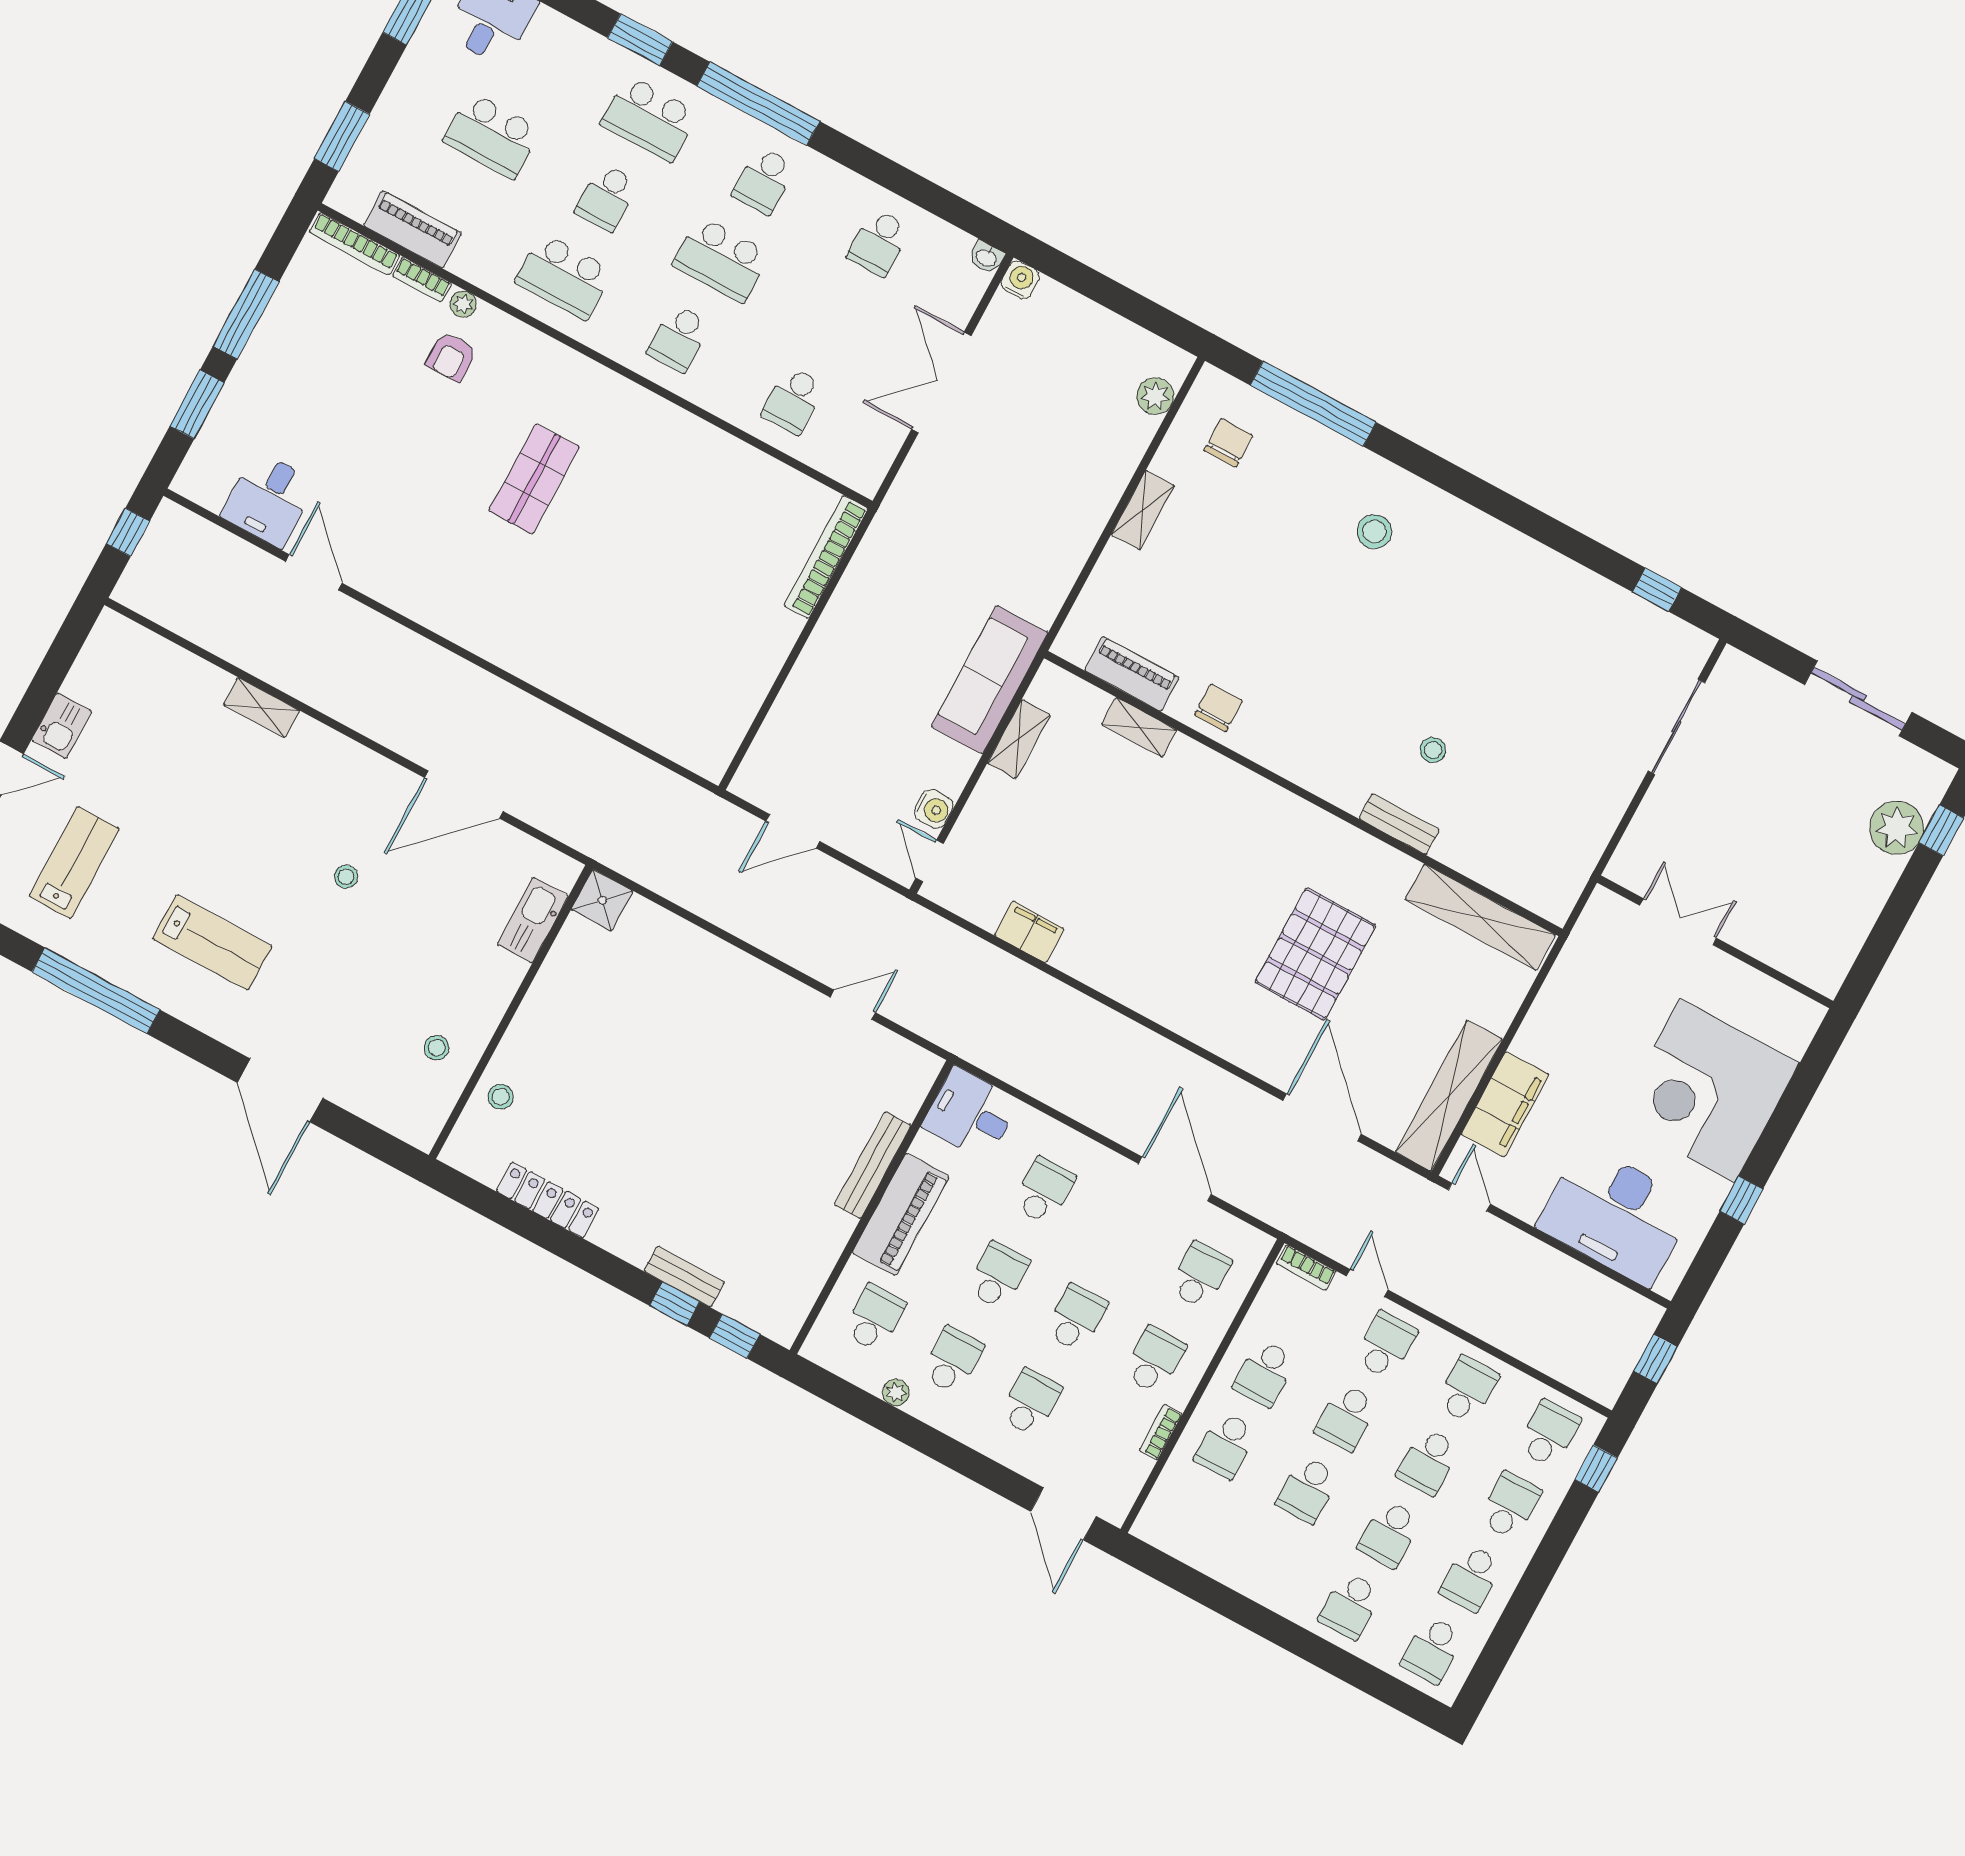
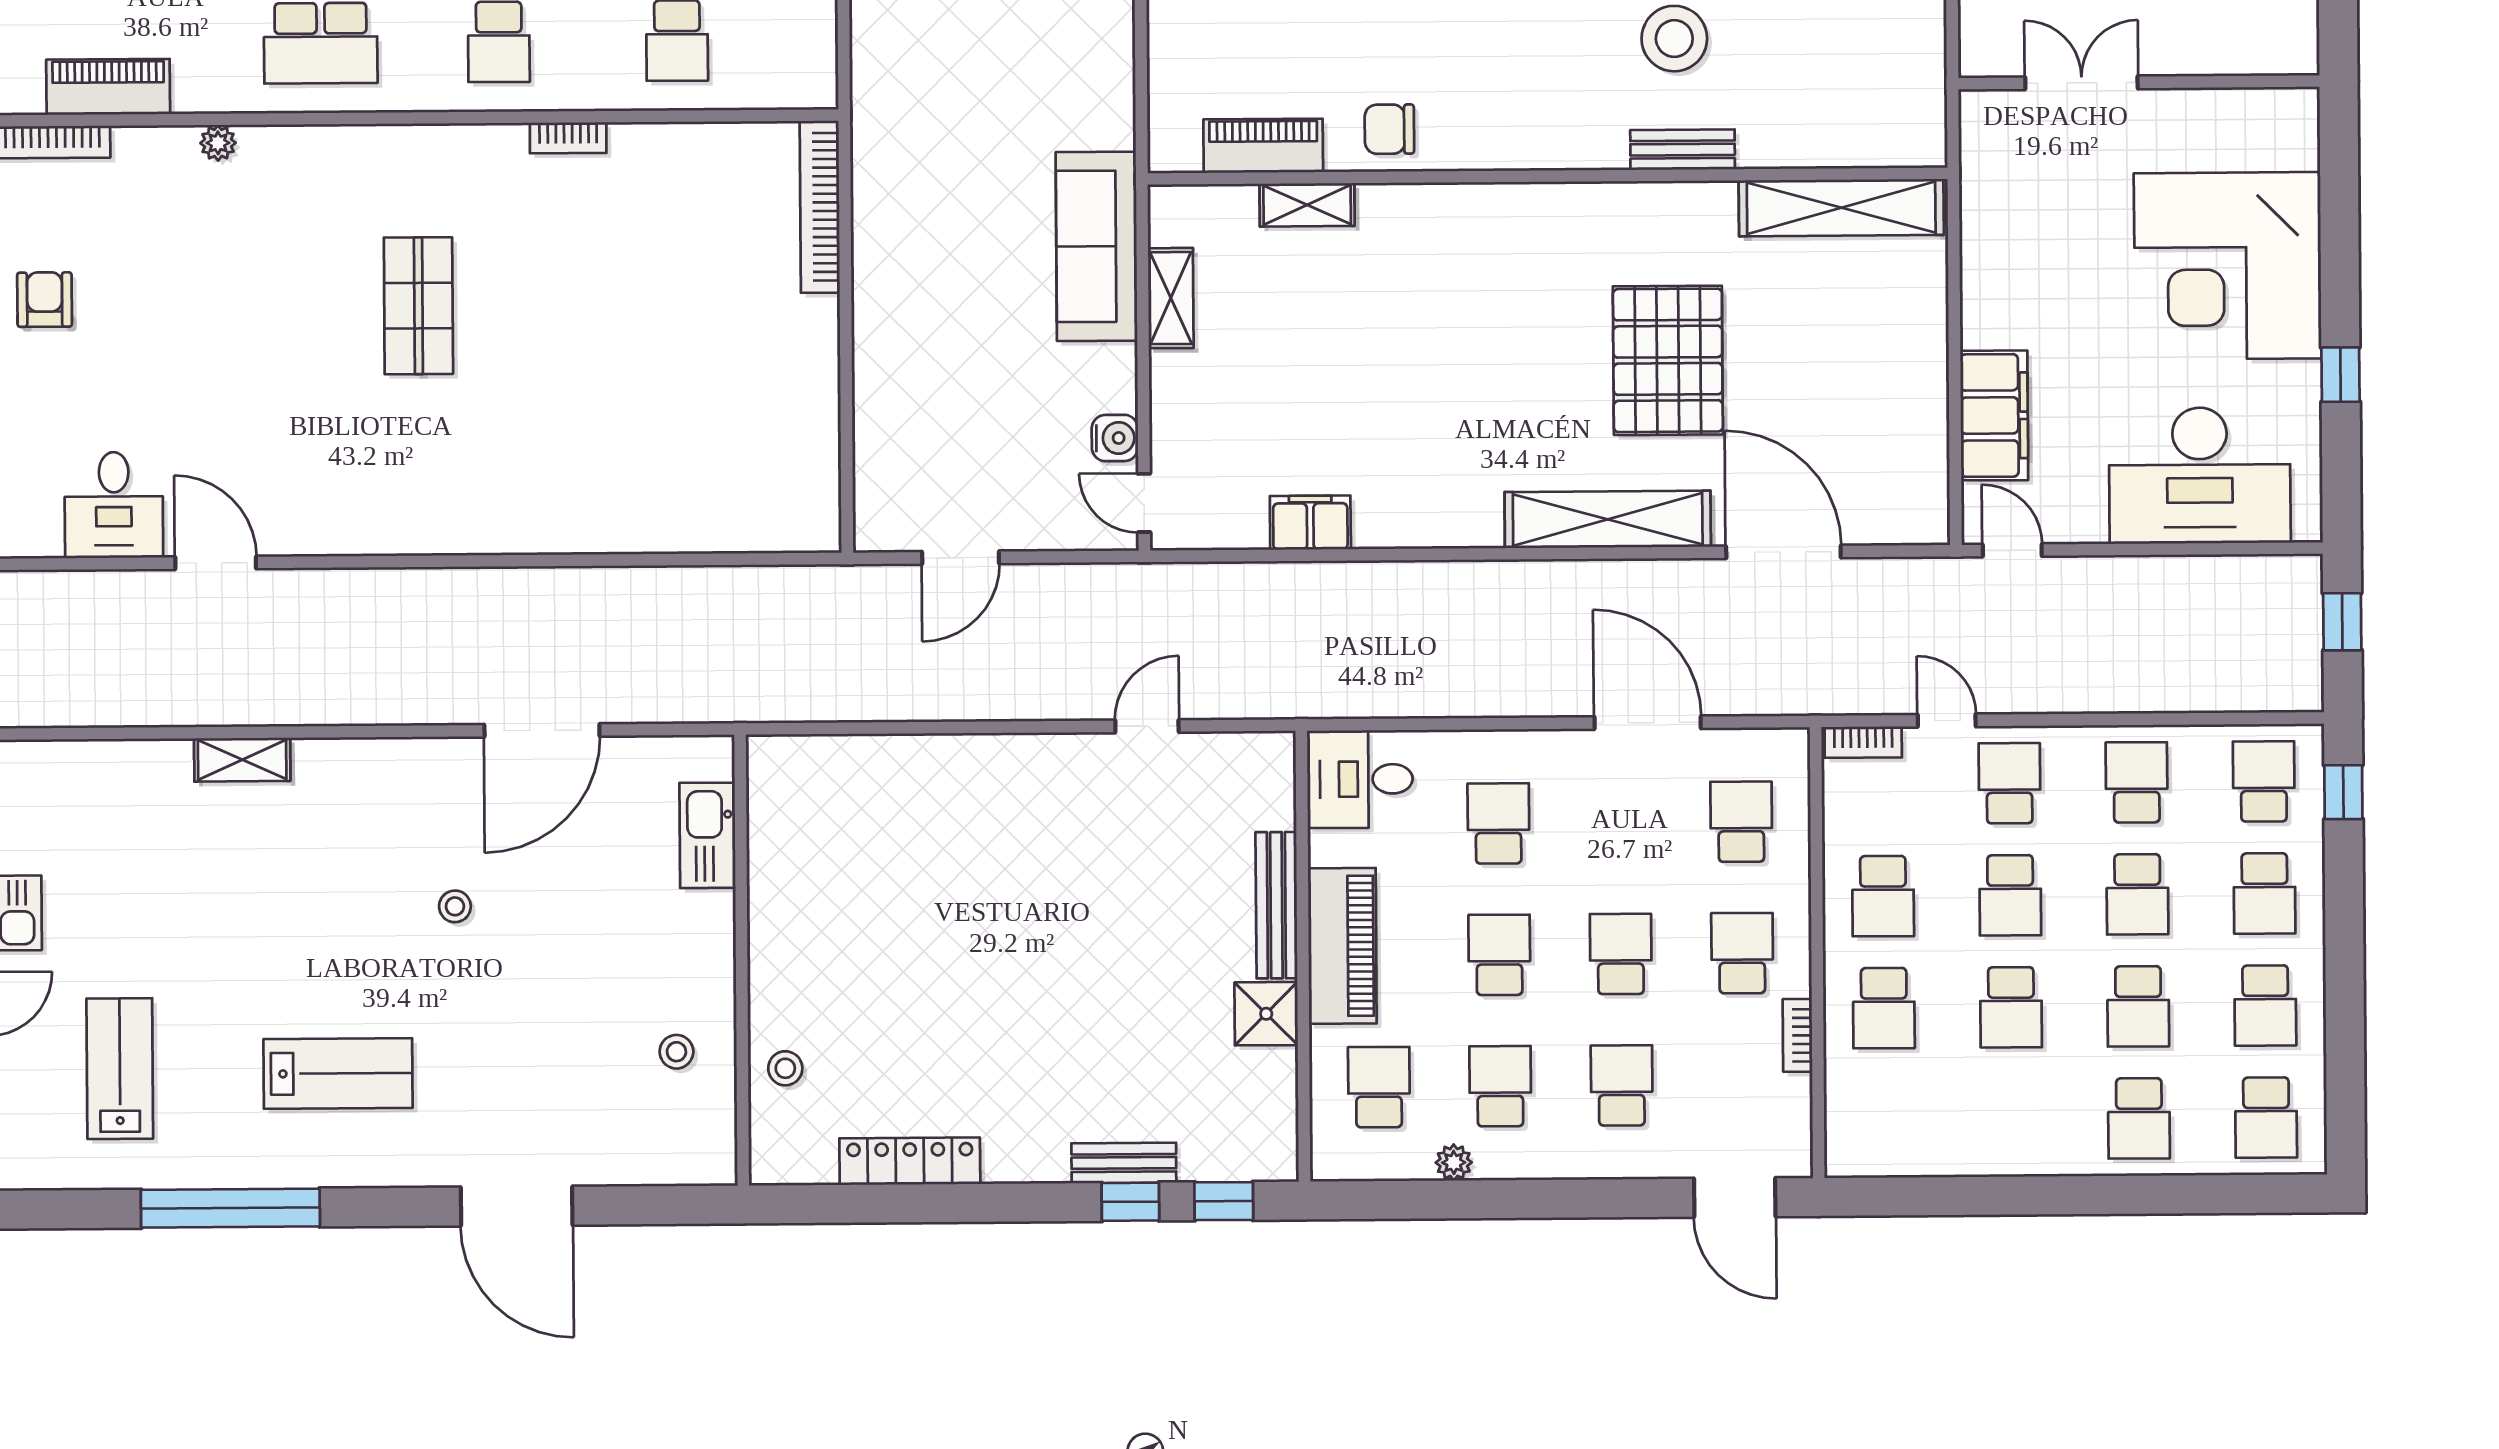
bookcase: (422, 279) -> (568, 138), moved
armchair: (451, 357) -> (45, 300), moved, turned 180
chair: (1218, 708) -> (1389, 129), turned -90
stool: (1433, 750) -> (1674, 39), width x1.89, depth x1.89
shower: (602, 900) -> (1266, 1014), moved
shelving: (1449, 1096) -> (1608, 519), moved, turned 90
school desk: (1510, 1506) -> (2265, 893), turned 180

